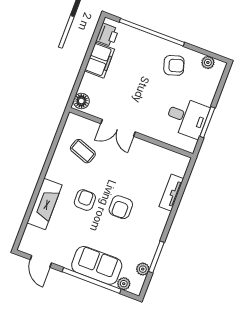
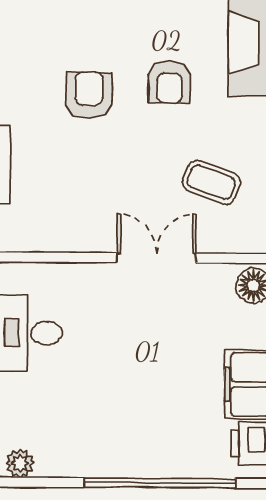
armchair: (174, 65) -> (88, 431), removed

